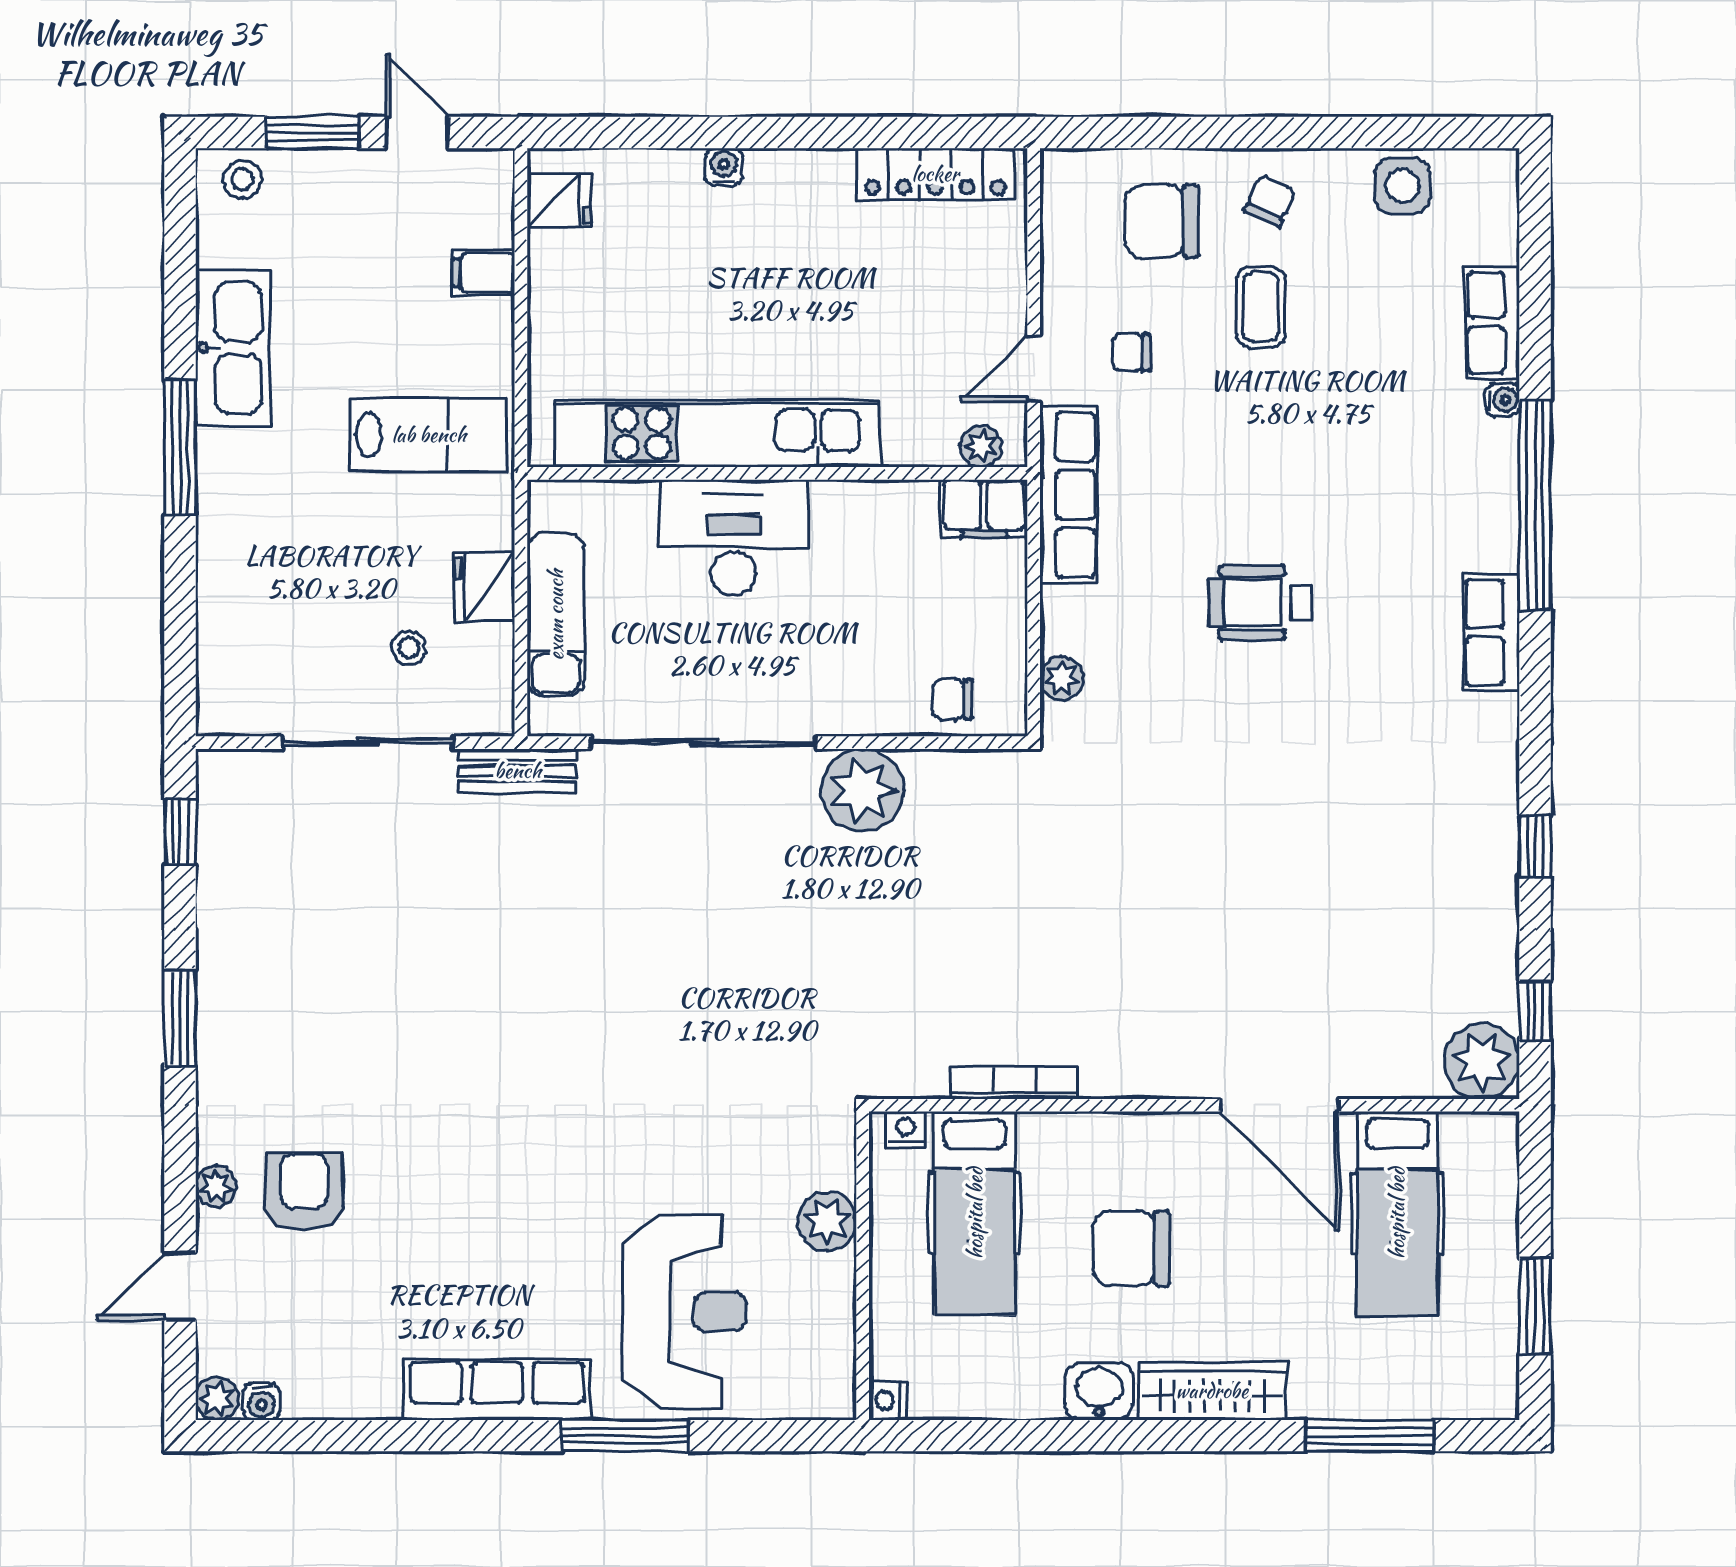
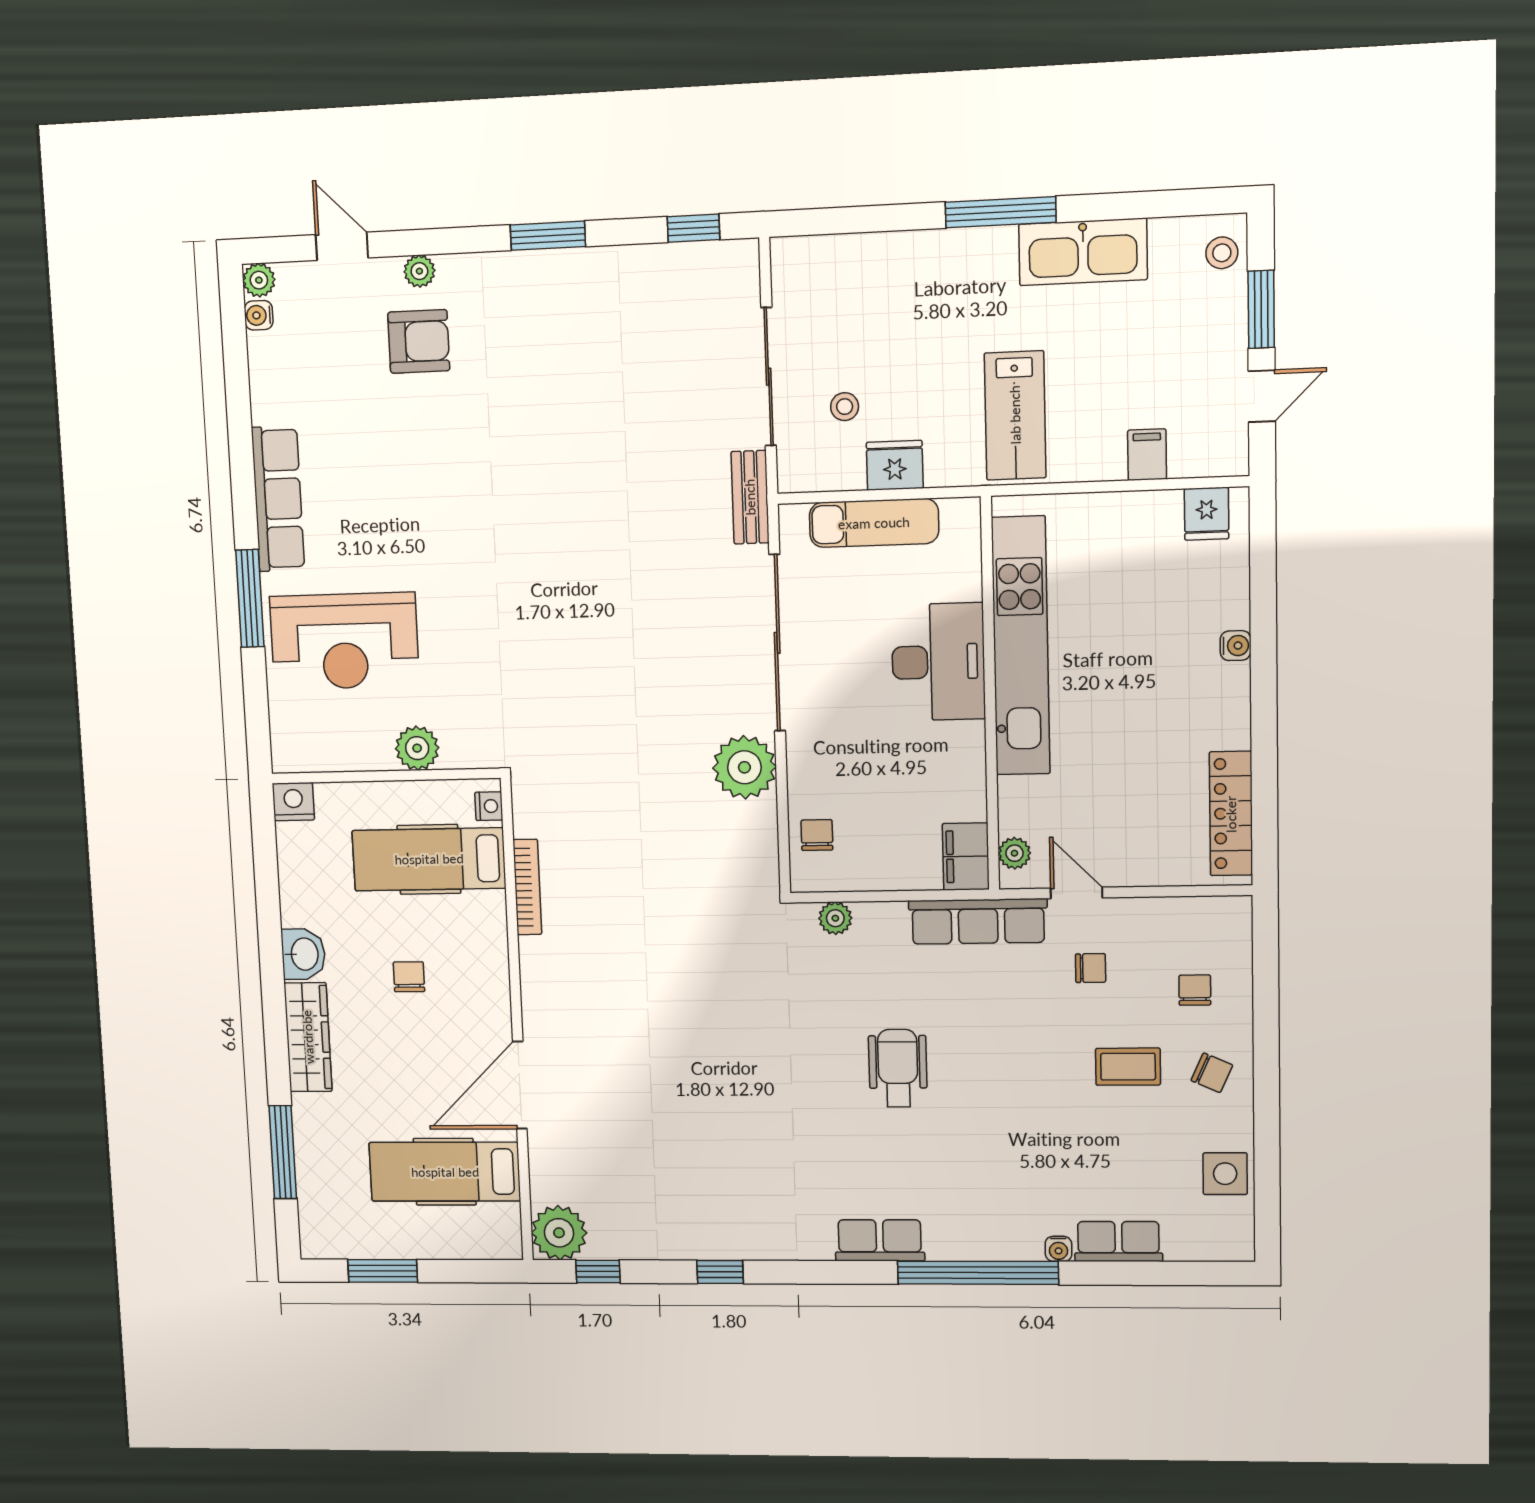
chair: (1161, 221) -> (1195, 990), width x0.54, depth x0.54
chair: (1131, 353) -> (1091, 968), turned 90
chair: (1131, 1248) -> (409, 977), width x0.54, depth x0.54
nightstand: (887, 1401) -> (293, 802), width x1.39, depth x1.35

